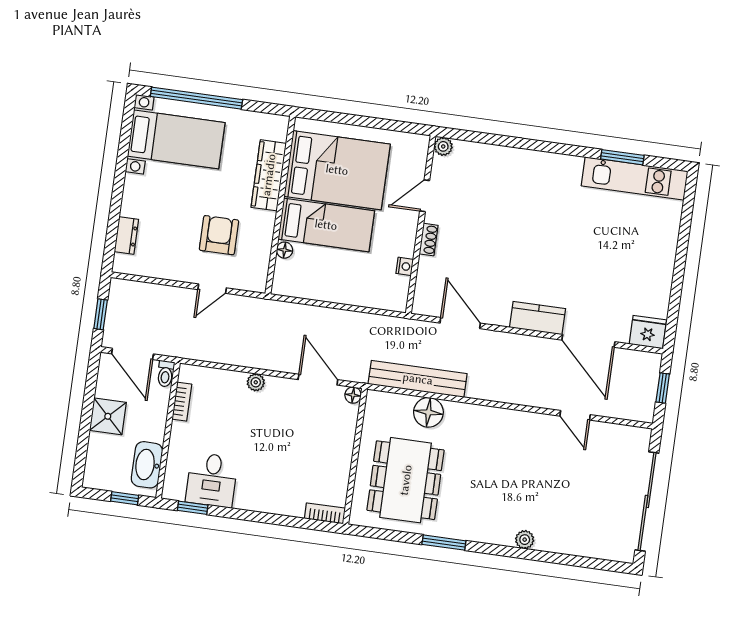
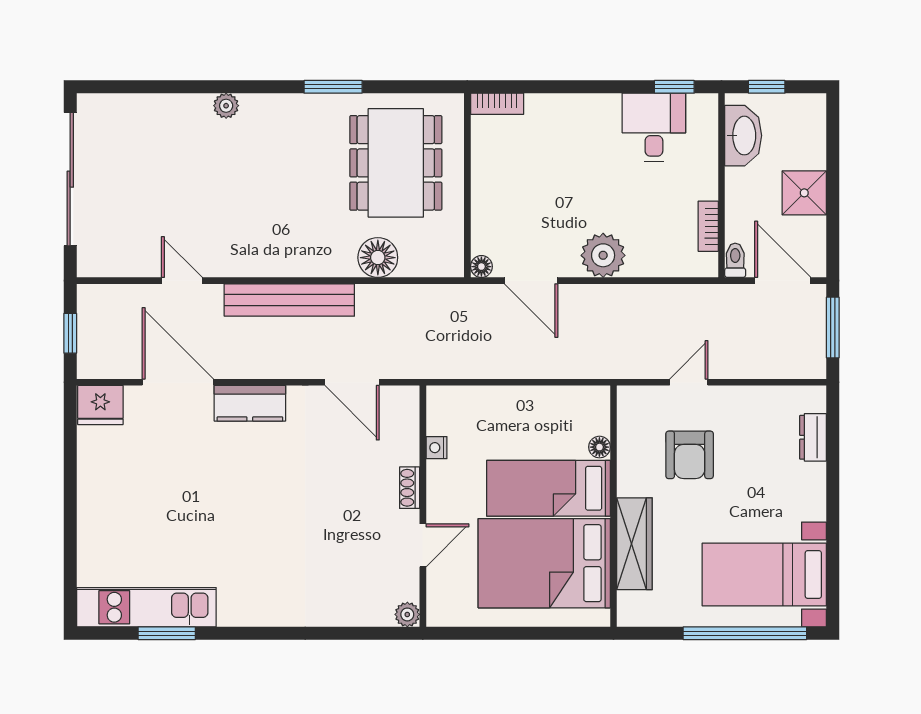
window: (101, 314) -> (833, 328), width x1.50
bench: (418, 379) -> (289, 300), moved
plant: (256, 382) -> (603, 255), width x1.88, depth x1.88

